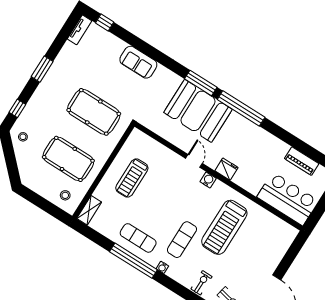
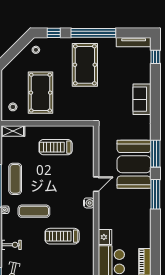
tv unit: (79, 30) -> (134, 42), width x1.41
window: (42, 69) -> (93, 33), width x2.11
window: (241, 108) -> (155, 194), width x0.68
pool table: (94, 112) -> (85, 65), moved
fridge: (226, 169) -> (105, 237), moved
treadmill: (224, 227) -> (62, 236), width x0.73, depth x0.73

